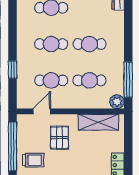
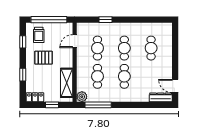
door: (42, 111) -> (75, 41), swing flipped
pallet: (60, 138) -> (43, 58), moved
window: (128, 142) -> (52, 105), added

